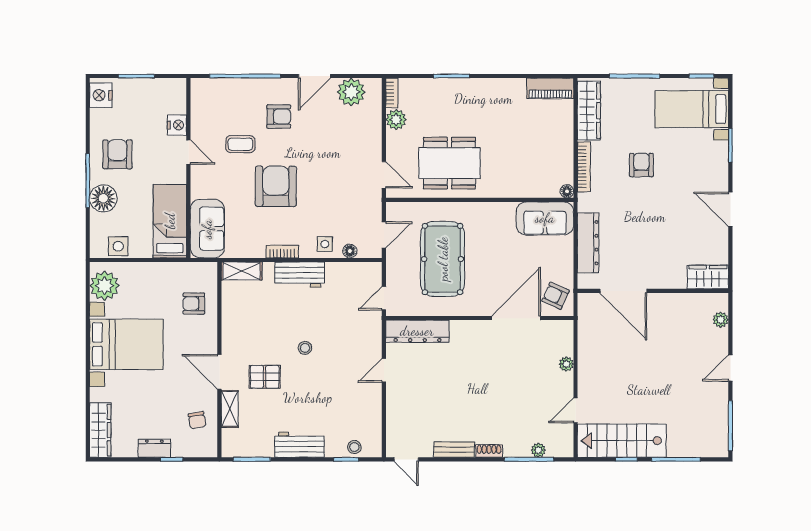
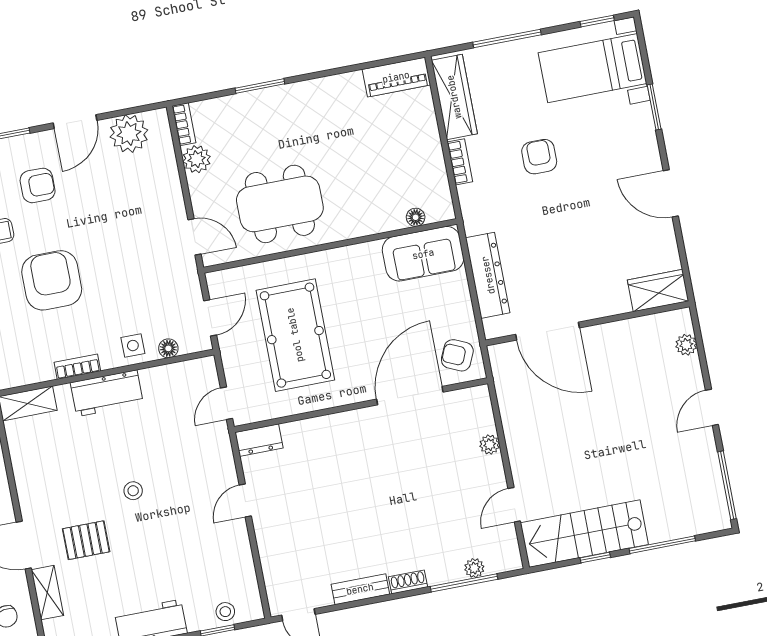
bookcase: (584, 167) -> (460, 162), width x0.64
floor lamp: (567, 191) -> (416, 217), moved
dresser: (417, 331) -> (259, 440), width x0.51, depth x0.80

